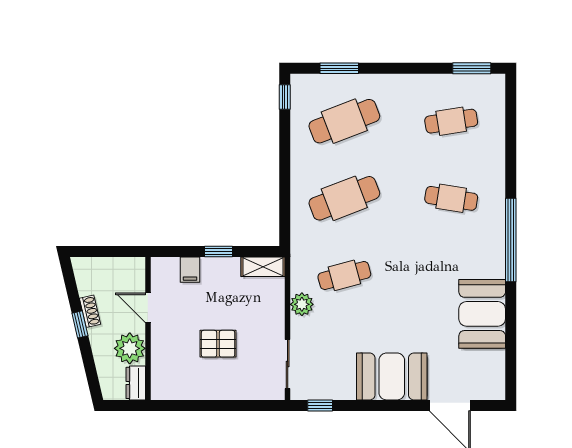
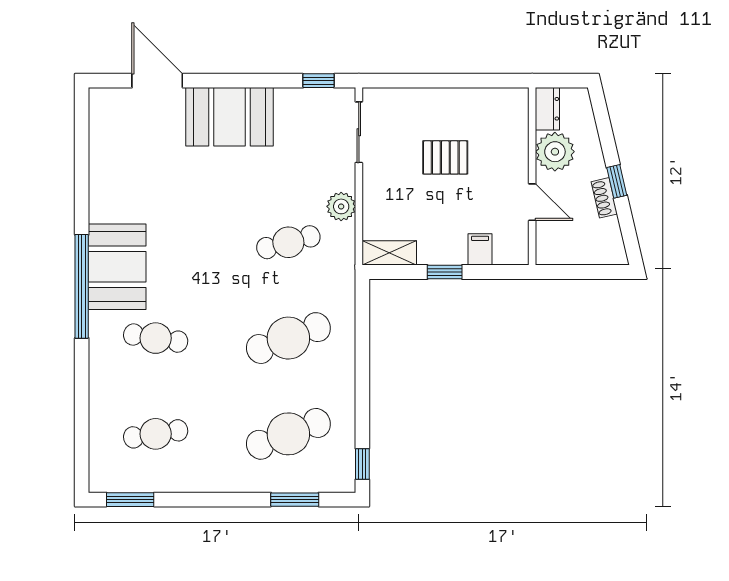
booth: (482, 314) -> (117, 267), moved

